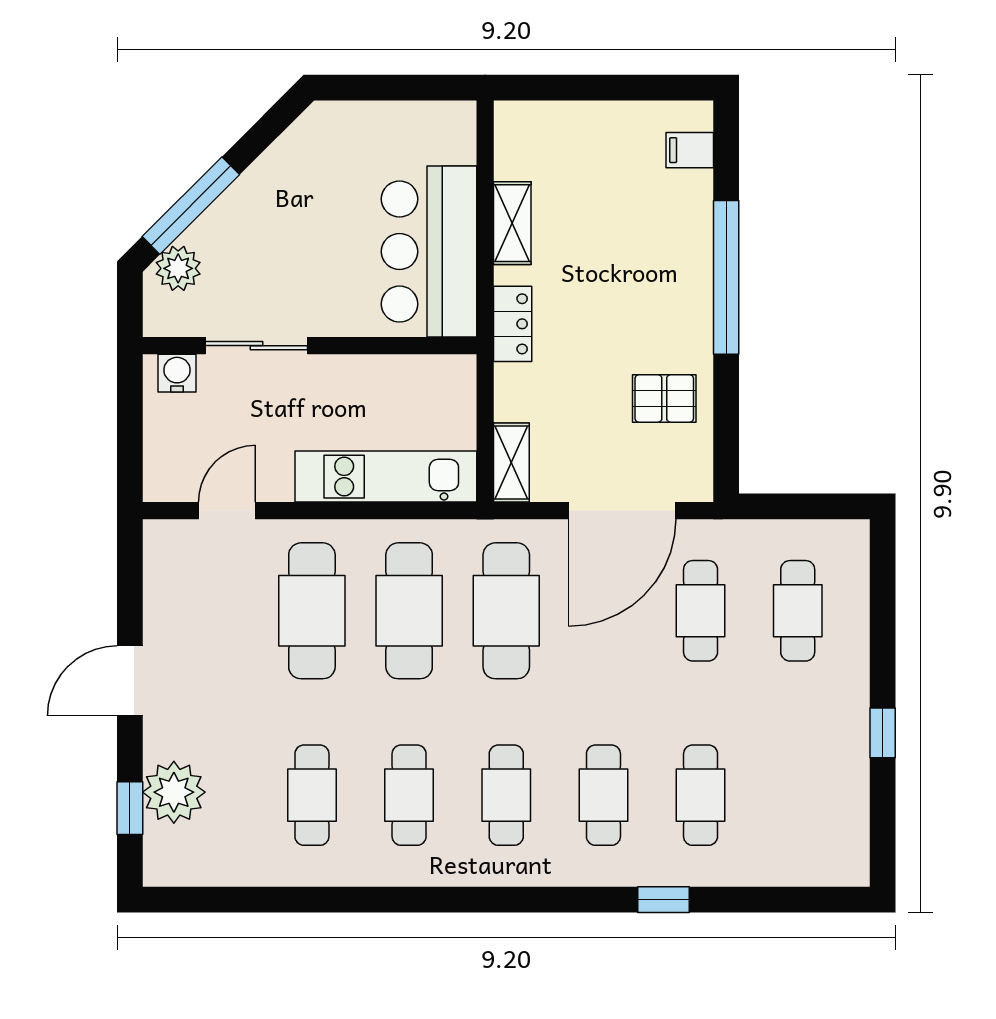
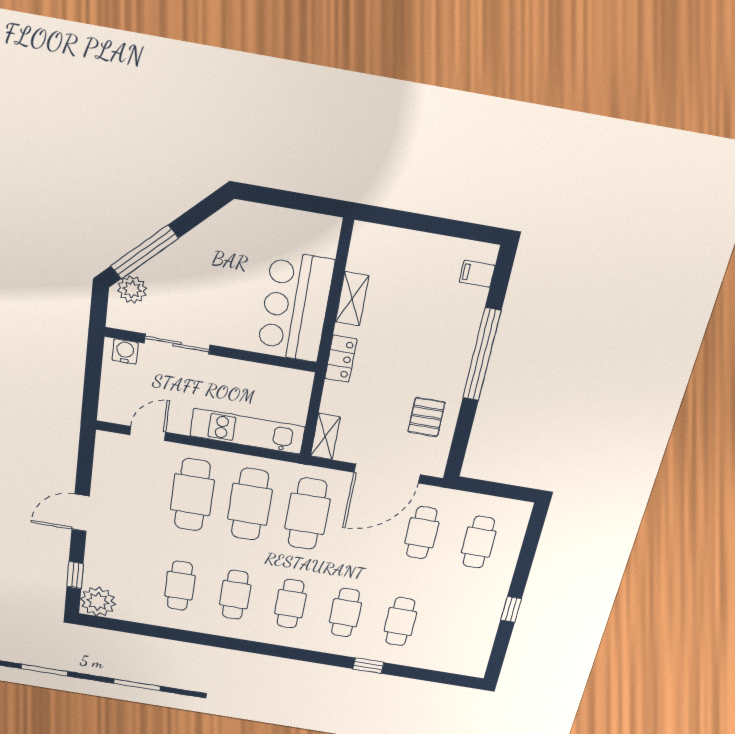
pallet: (664, 398) -> (426, 417), turned 90
plant: (174, 792) -> (98, 601), moved

